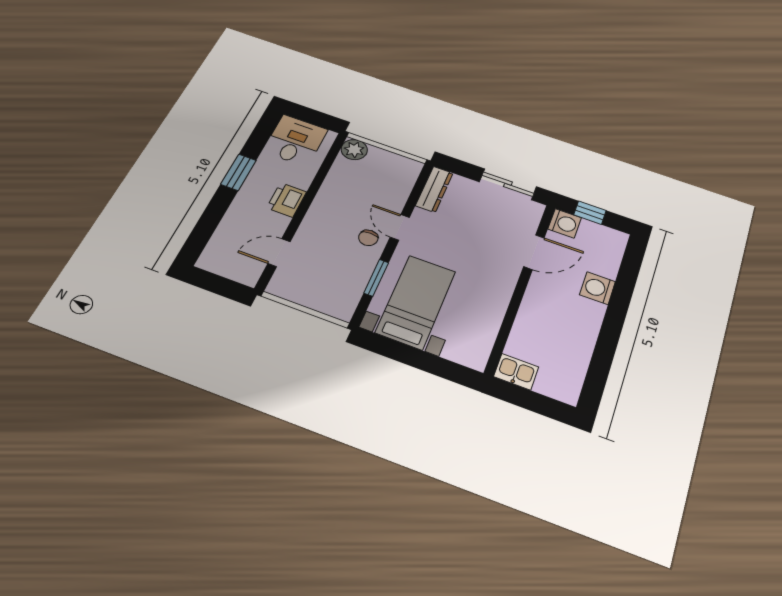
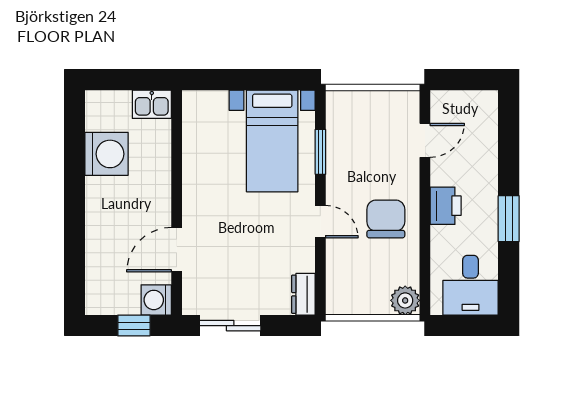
dresser: (434, 189) -> (303, 294), width x0.70
chair: (368, 238) -> (386, 219), moved, width x1.87, depth x1.87
washing machine: (597, 288) -> (107, 154), moved, width x1.37, depth x1.37

